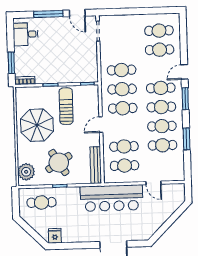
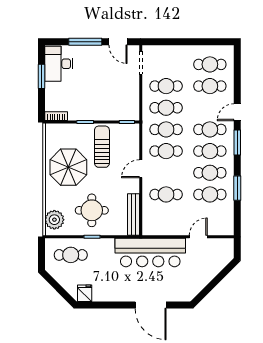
desk: (26, 34) -> (59, 64), width x1.37
window: (11, 63) -> (41, 76), moved
round table: (59, 163) -> (92, 210), turned 32
cafe table: (124, 166) -> (166, 86), moved
door: (153, 183) -> (198, 237), swing flipped

